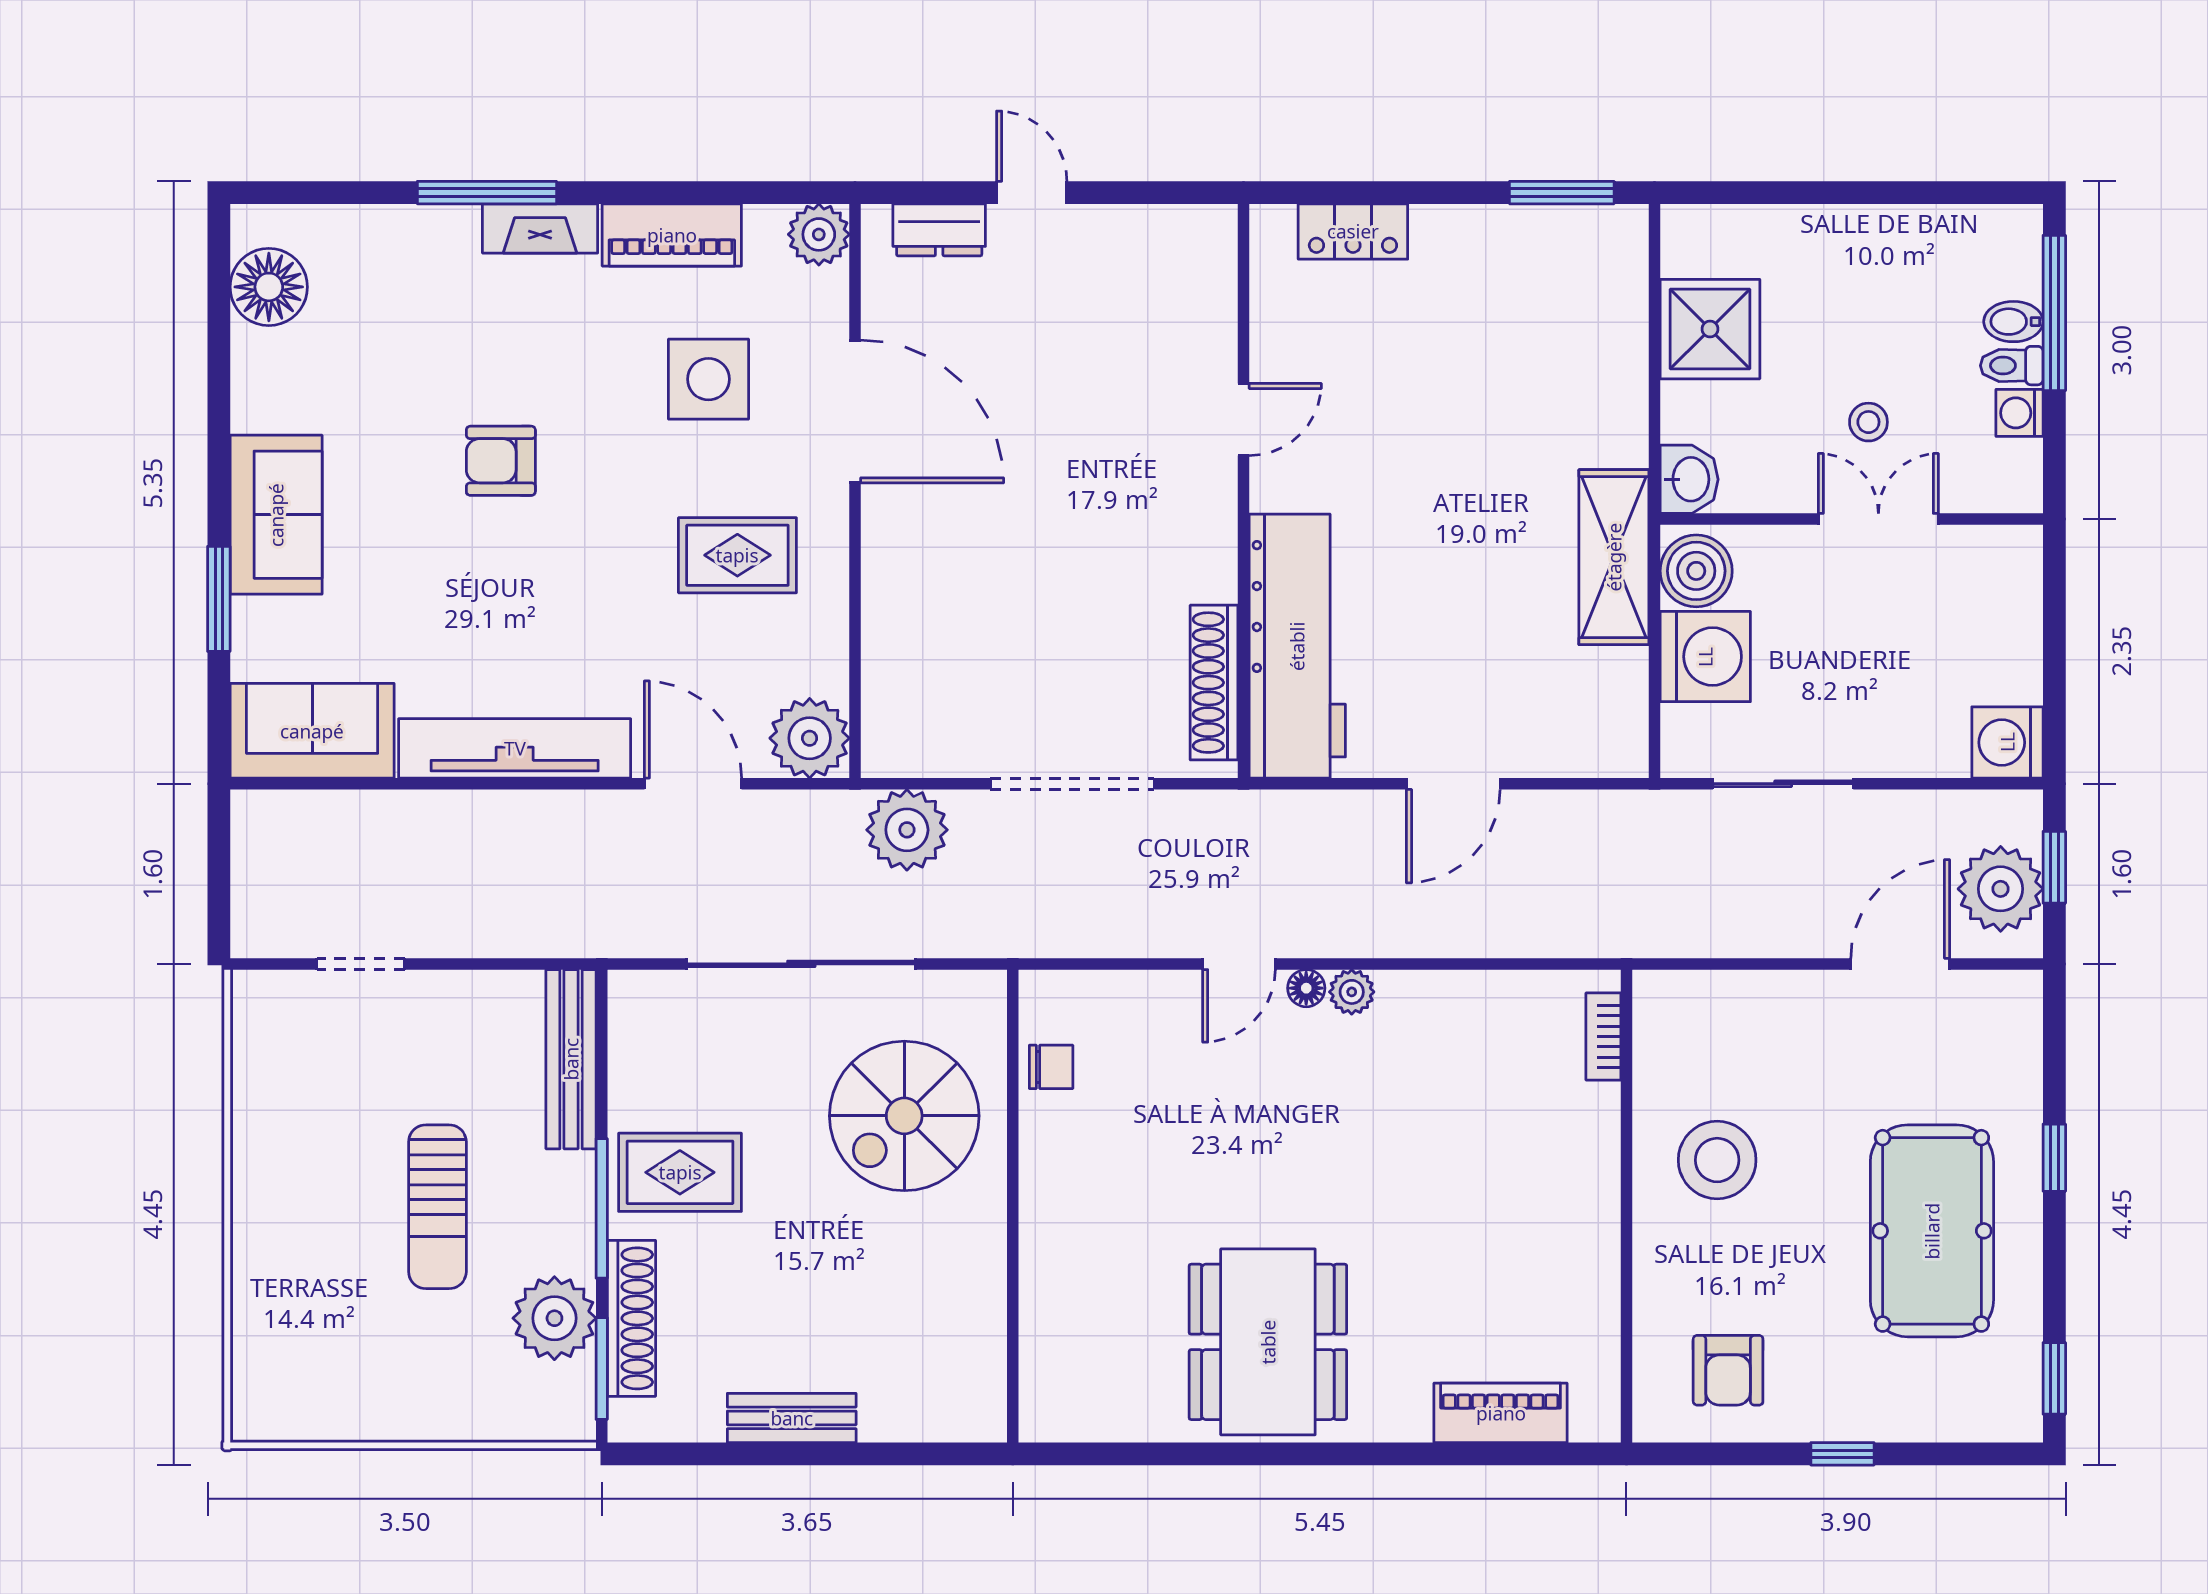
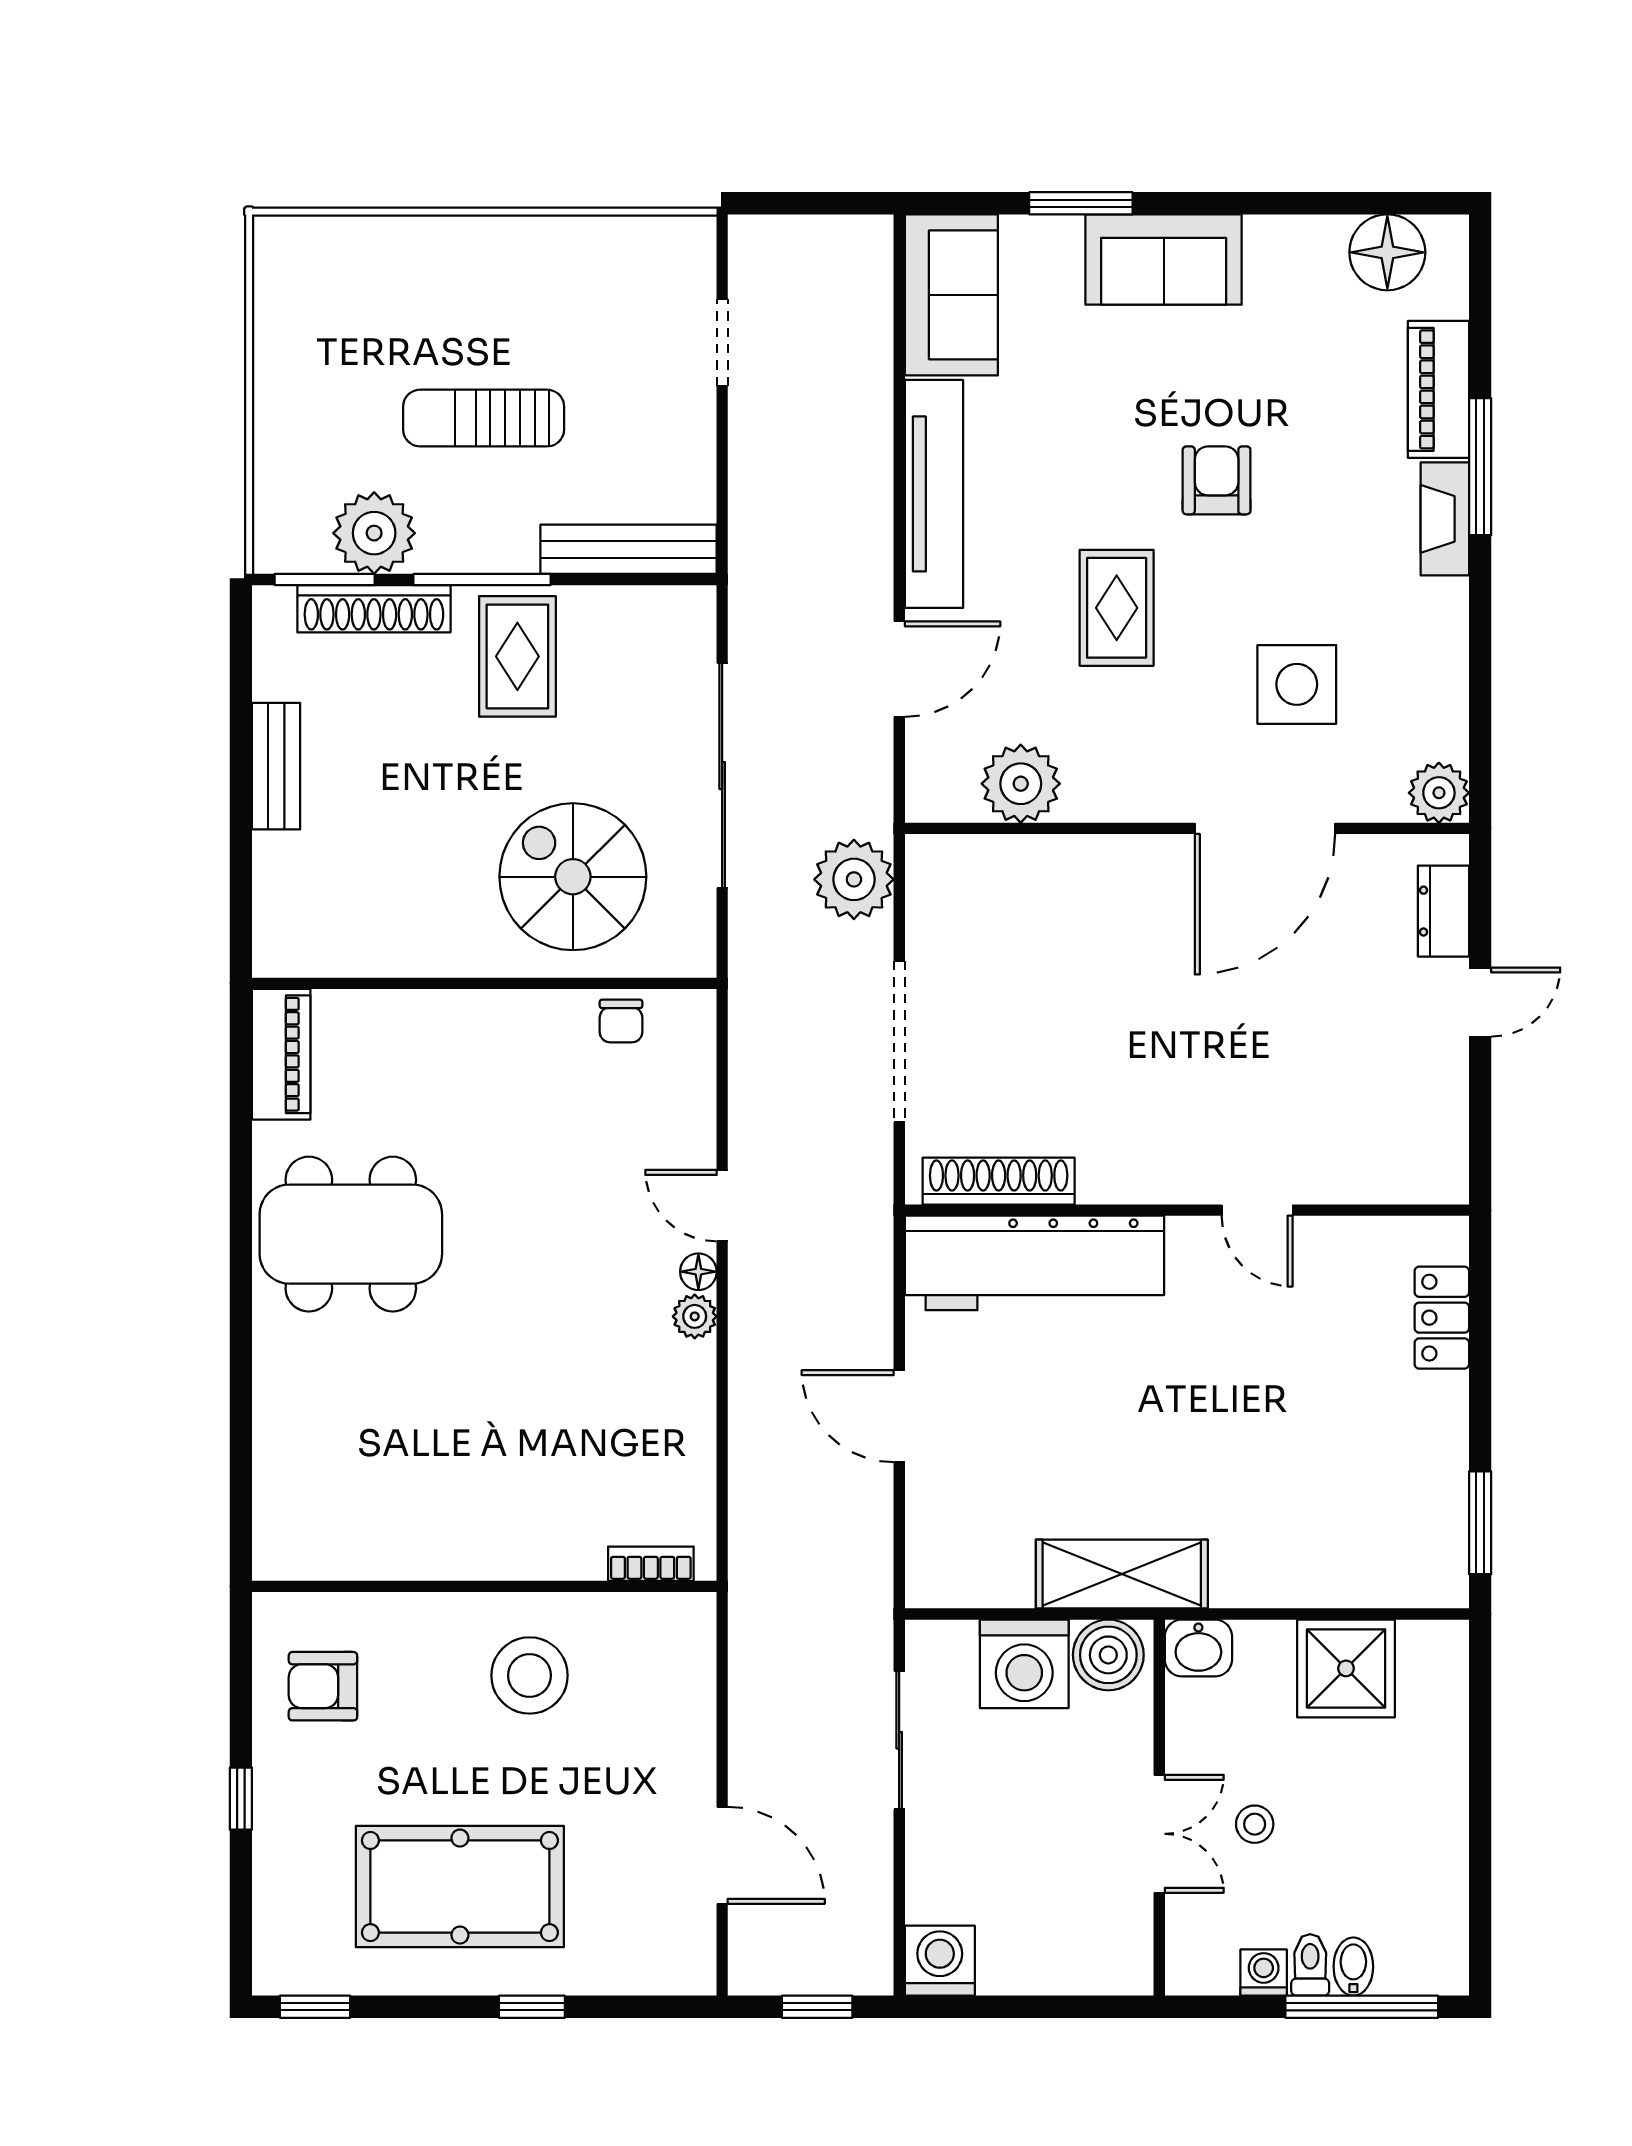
piano: (672, 235) -> (1438, 389), moved
rug: (737, 555) -> (1117, 608), moved
plant: (810, 738) -> (1021, 784), moved
plant: (2001, 889) -> (796, 1954), removed
piano: (1501, 1413) -> (281, 1054), moved

